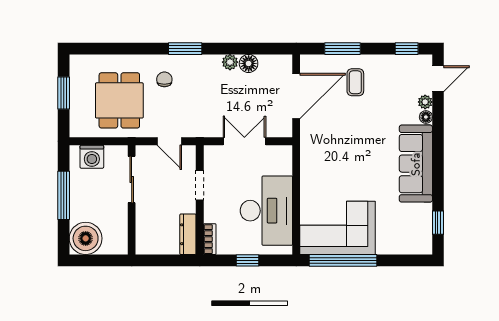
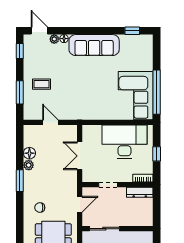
window: (185, 49) -> (20, 181), moved
door: (296, 96) -> (50, 122), width x0.53

